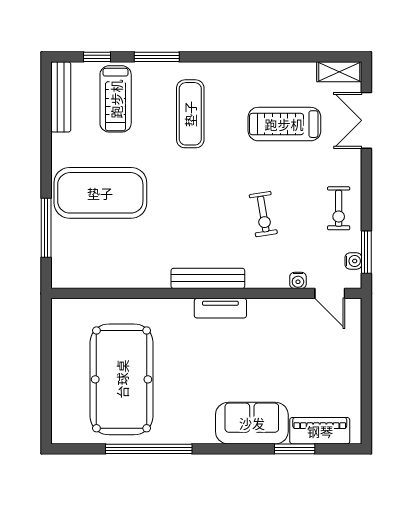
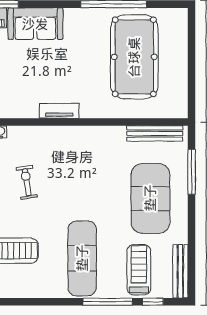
window: (157, 57) -> (108, 302), width x1.44
exercise mat: (190, 114) -> (82, 258), width x1.36, depth x1.45
exercise mat: (100, 193) -> (150, 198), turned 90
bench: (208, 278) -> (155, 133), moved

